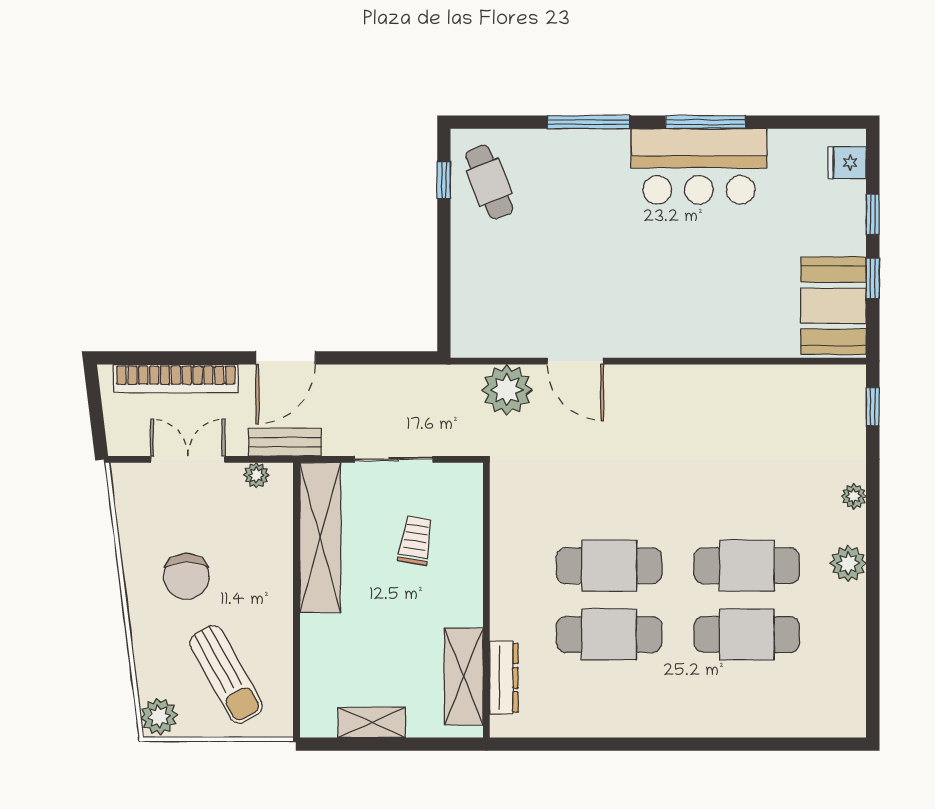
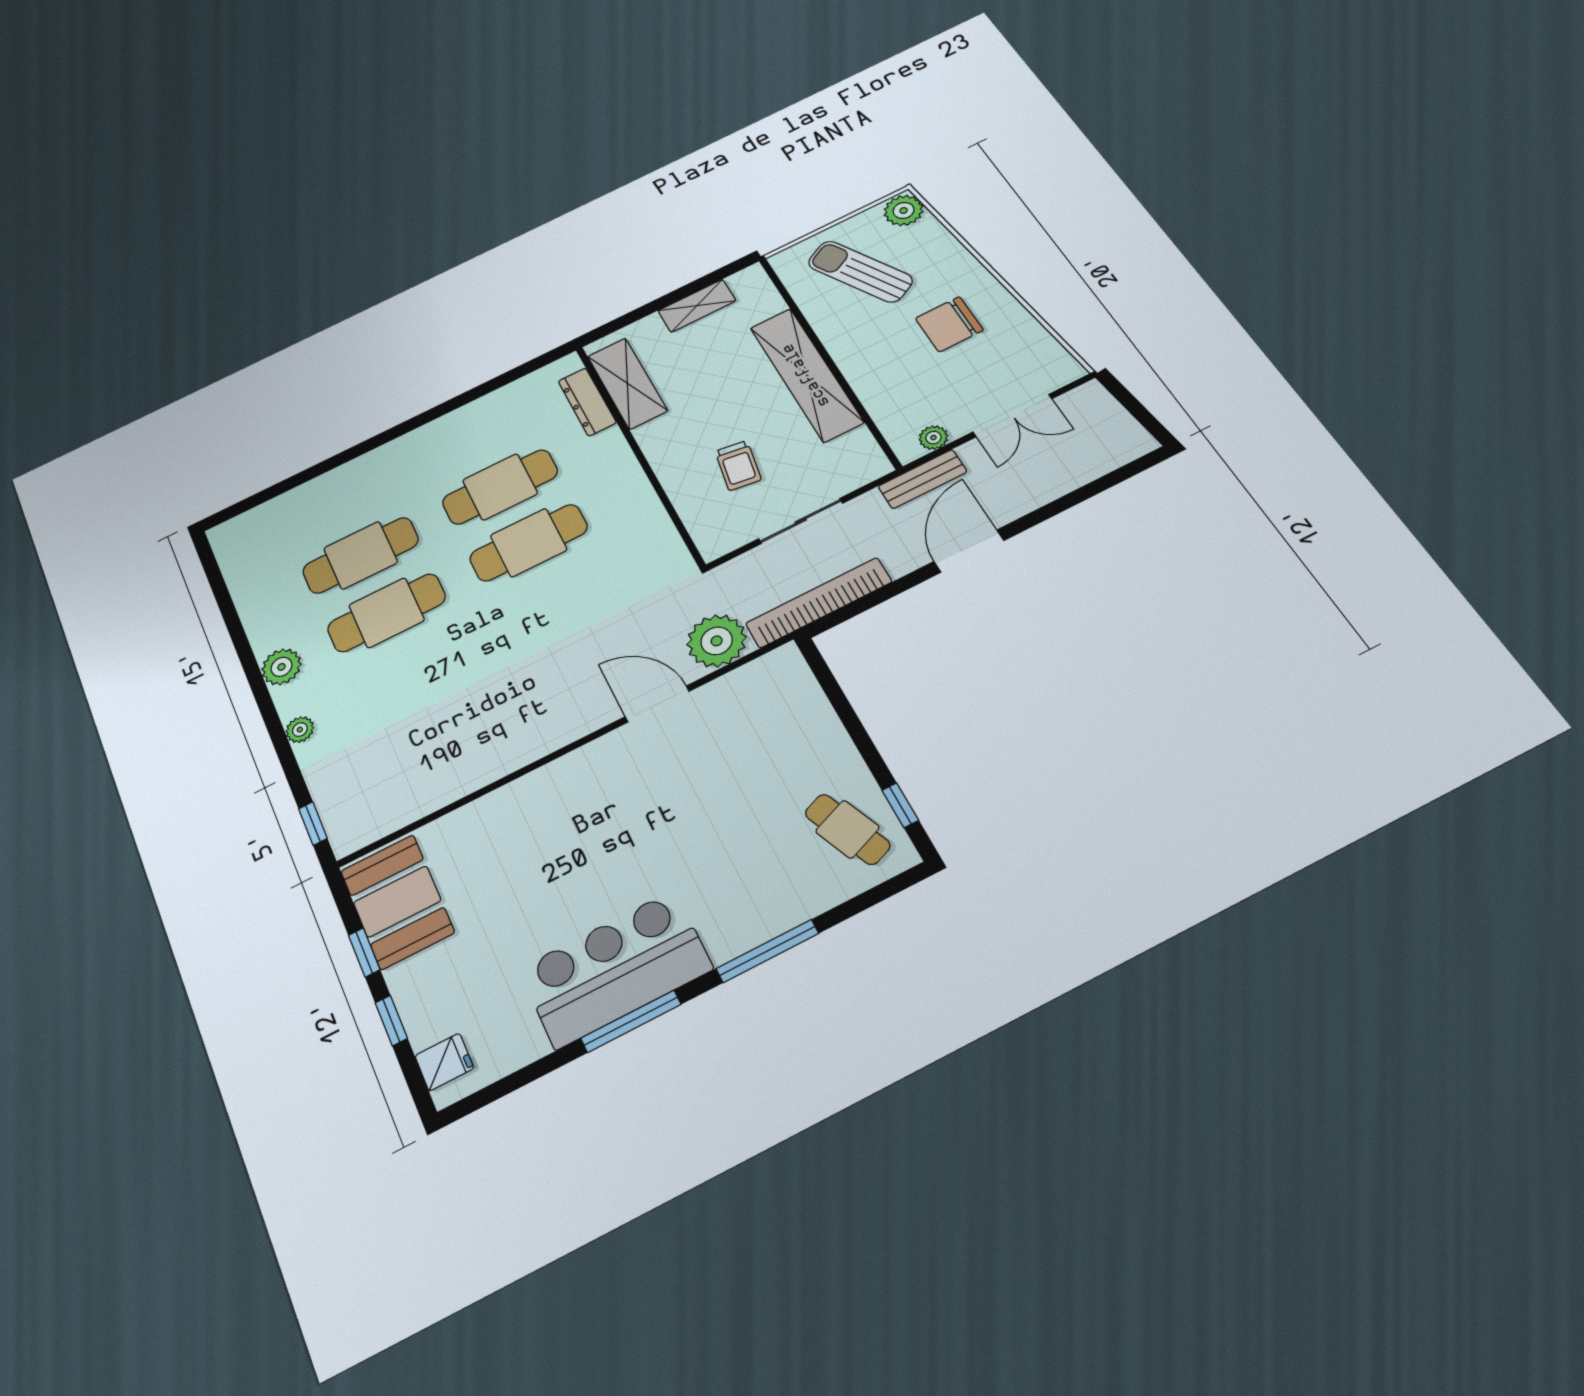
bookcase: (176, 379) -> (819, 603), moved
shelving: (320, 538) -> (806, 375), moved
chair: (186, 576) -> (949, 324), turned -90

